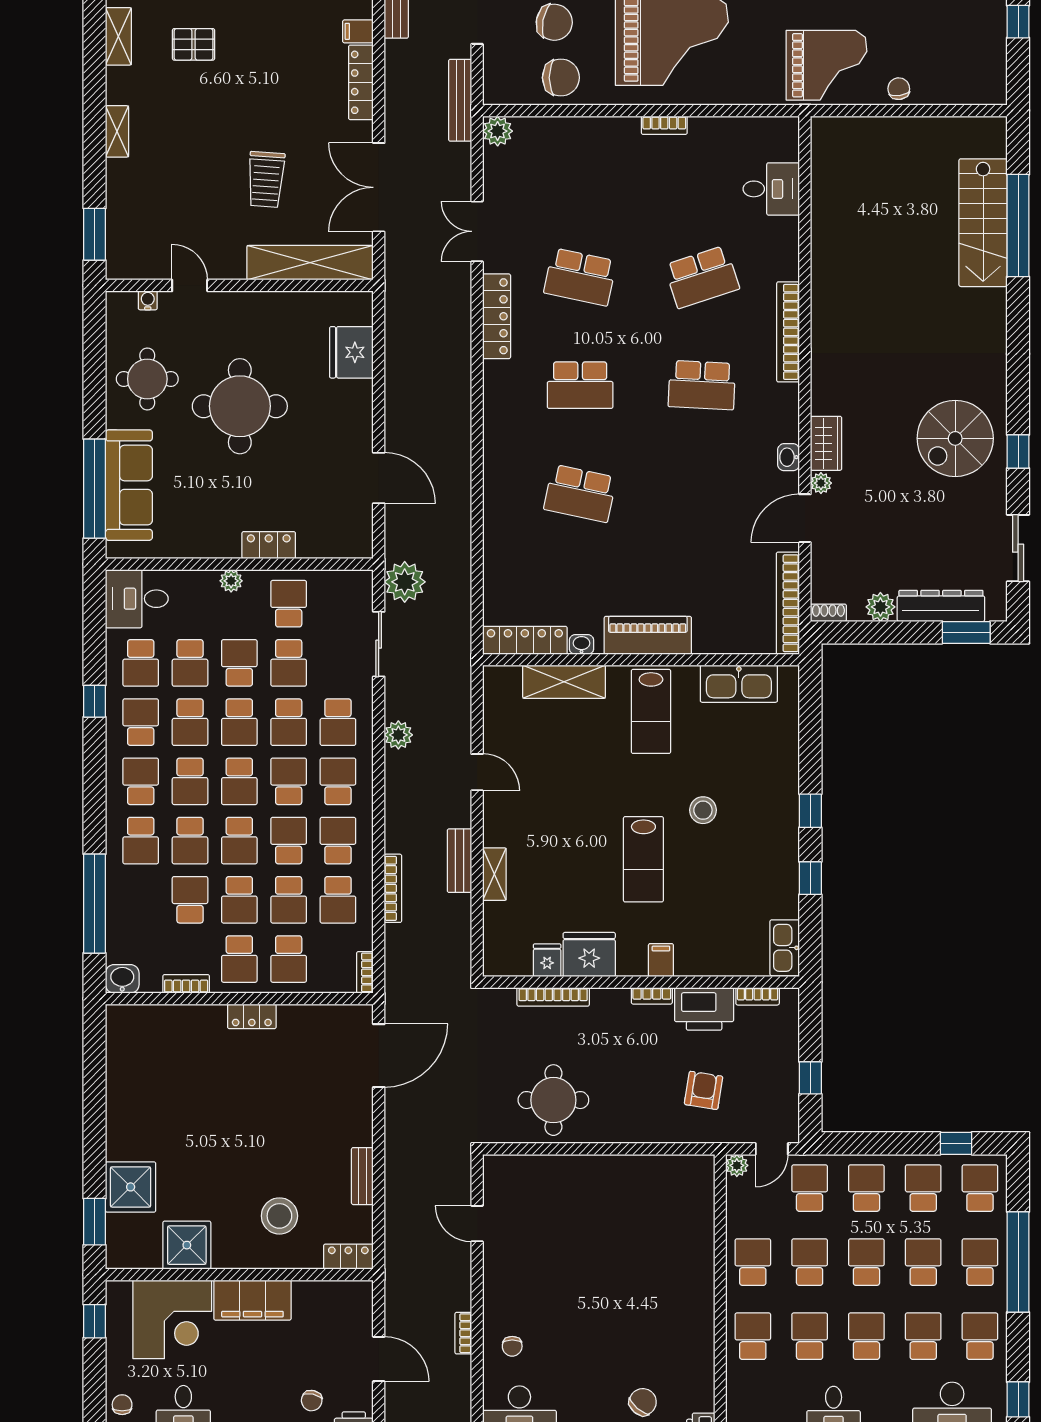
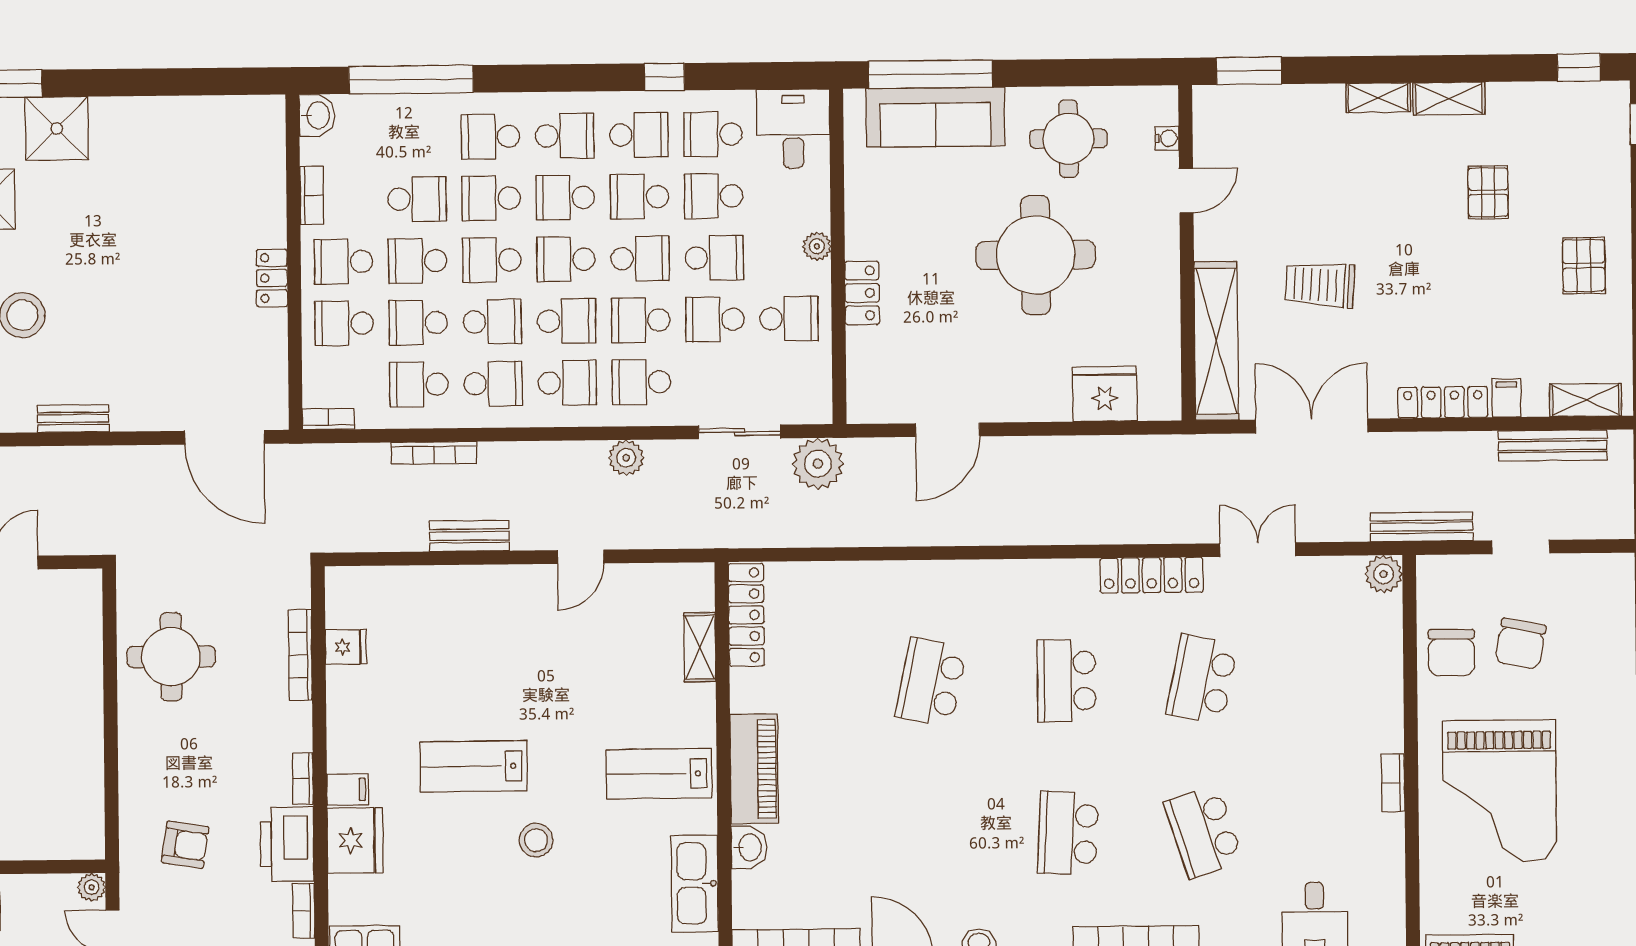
shelving: (118, 36) -> (1449, 99), moved
washbasin: (582, 644) -> (749, 847), moved, width x1.38, depth x1.45
shelving: (564, 682) -> (700, 647), width x0.67, depth x0.75
school desk: (239, 722) -> (640, 259), turned 180
shelving: (494, 874) -> (453, 580), removed
fridge: (589, 955) -> (355, 840), moved

